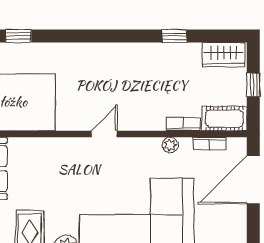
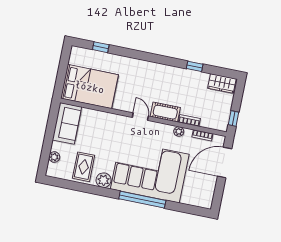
window: (253, 85) -> (234, 118), moved
cot: (224, 119) -> (165, 112), moved
door: (104, 134) -> (140, 117), hinge flipped

